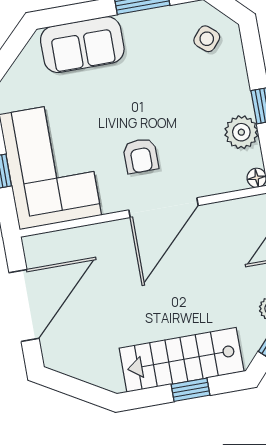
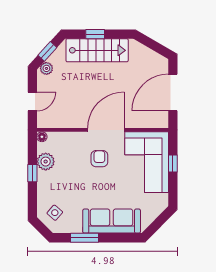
sofa: (82, 45) -> (112, 221), width x1.36
door: (164, 208) -> (106, 130), moved

